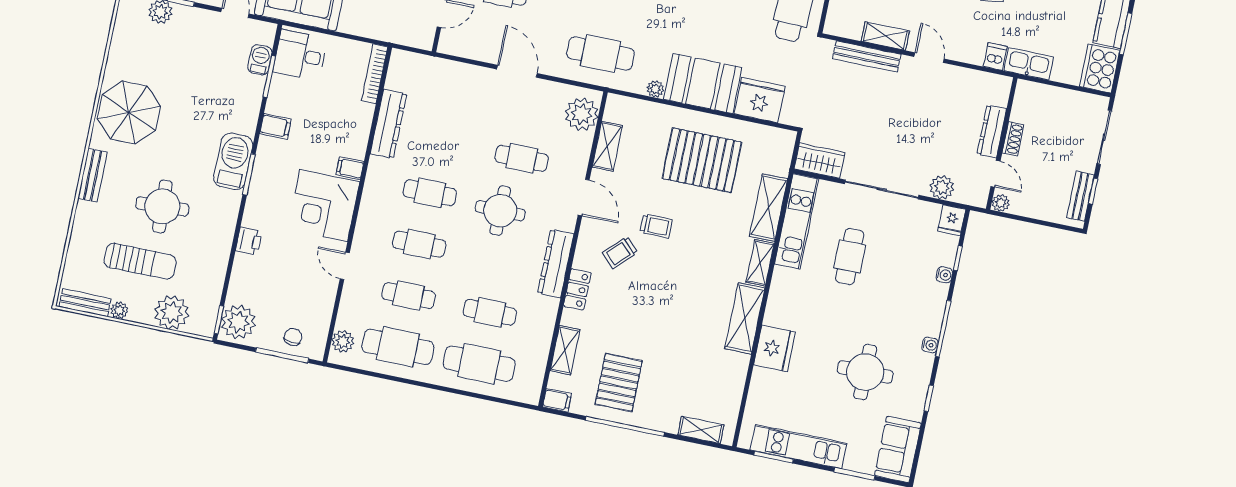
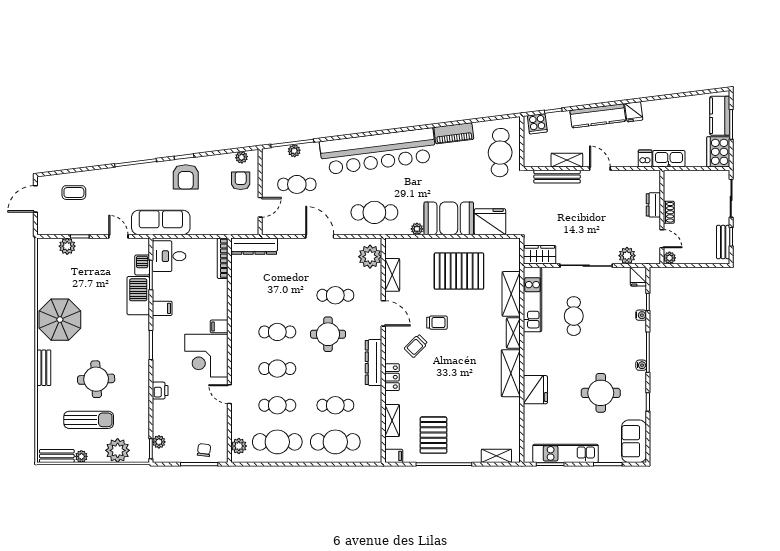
dresser: (388, 124) -> (254, 246), moved, turned 90
dresser: (992, 131) -> (653, 205), width x0.70
barbecue: (233, 161) -> (138, 296), moved
plant: (238, 322) -> (159, 442), width x0.53, depth x0.53

